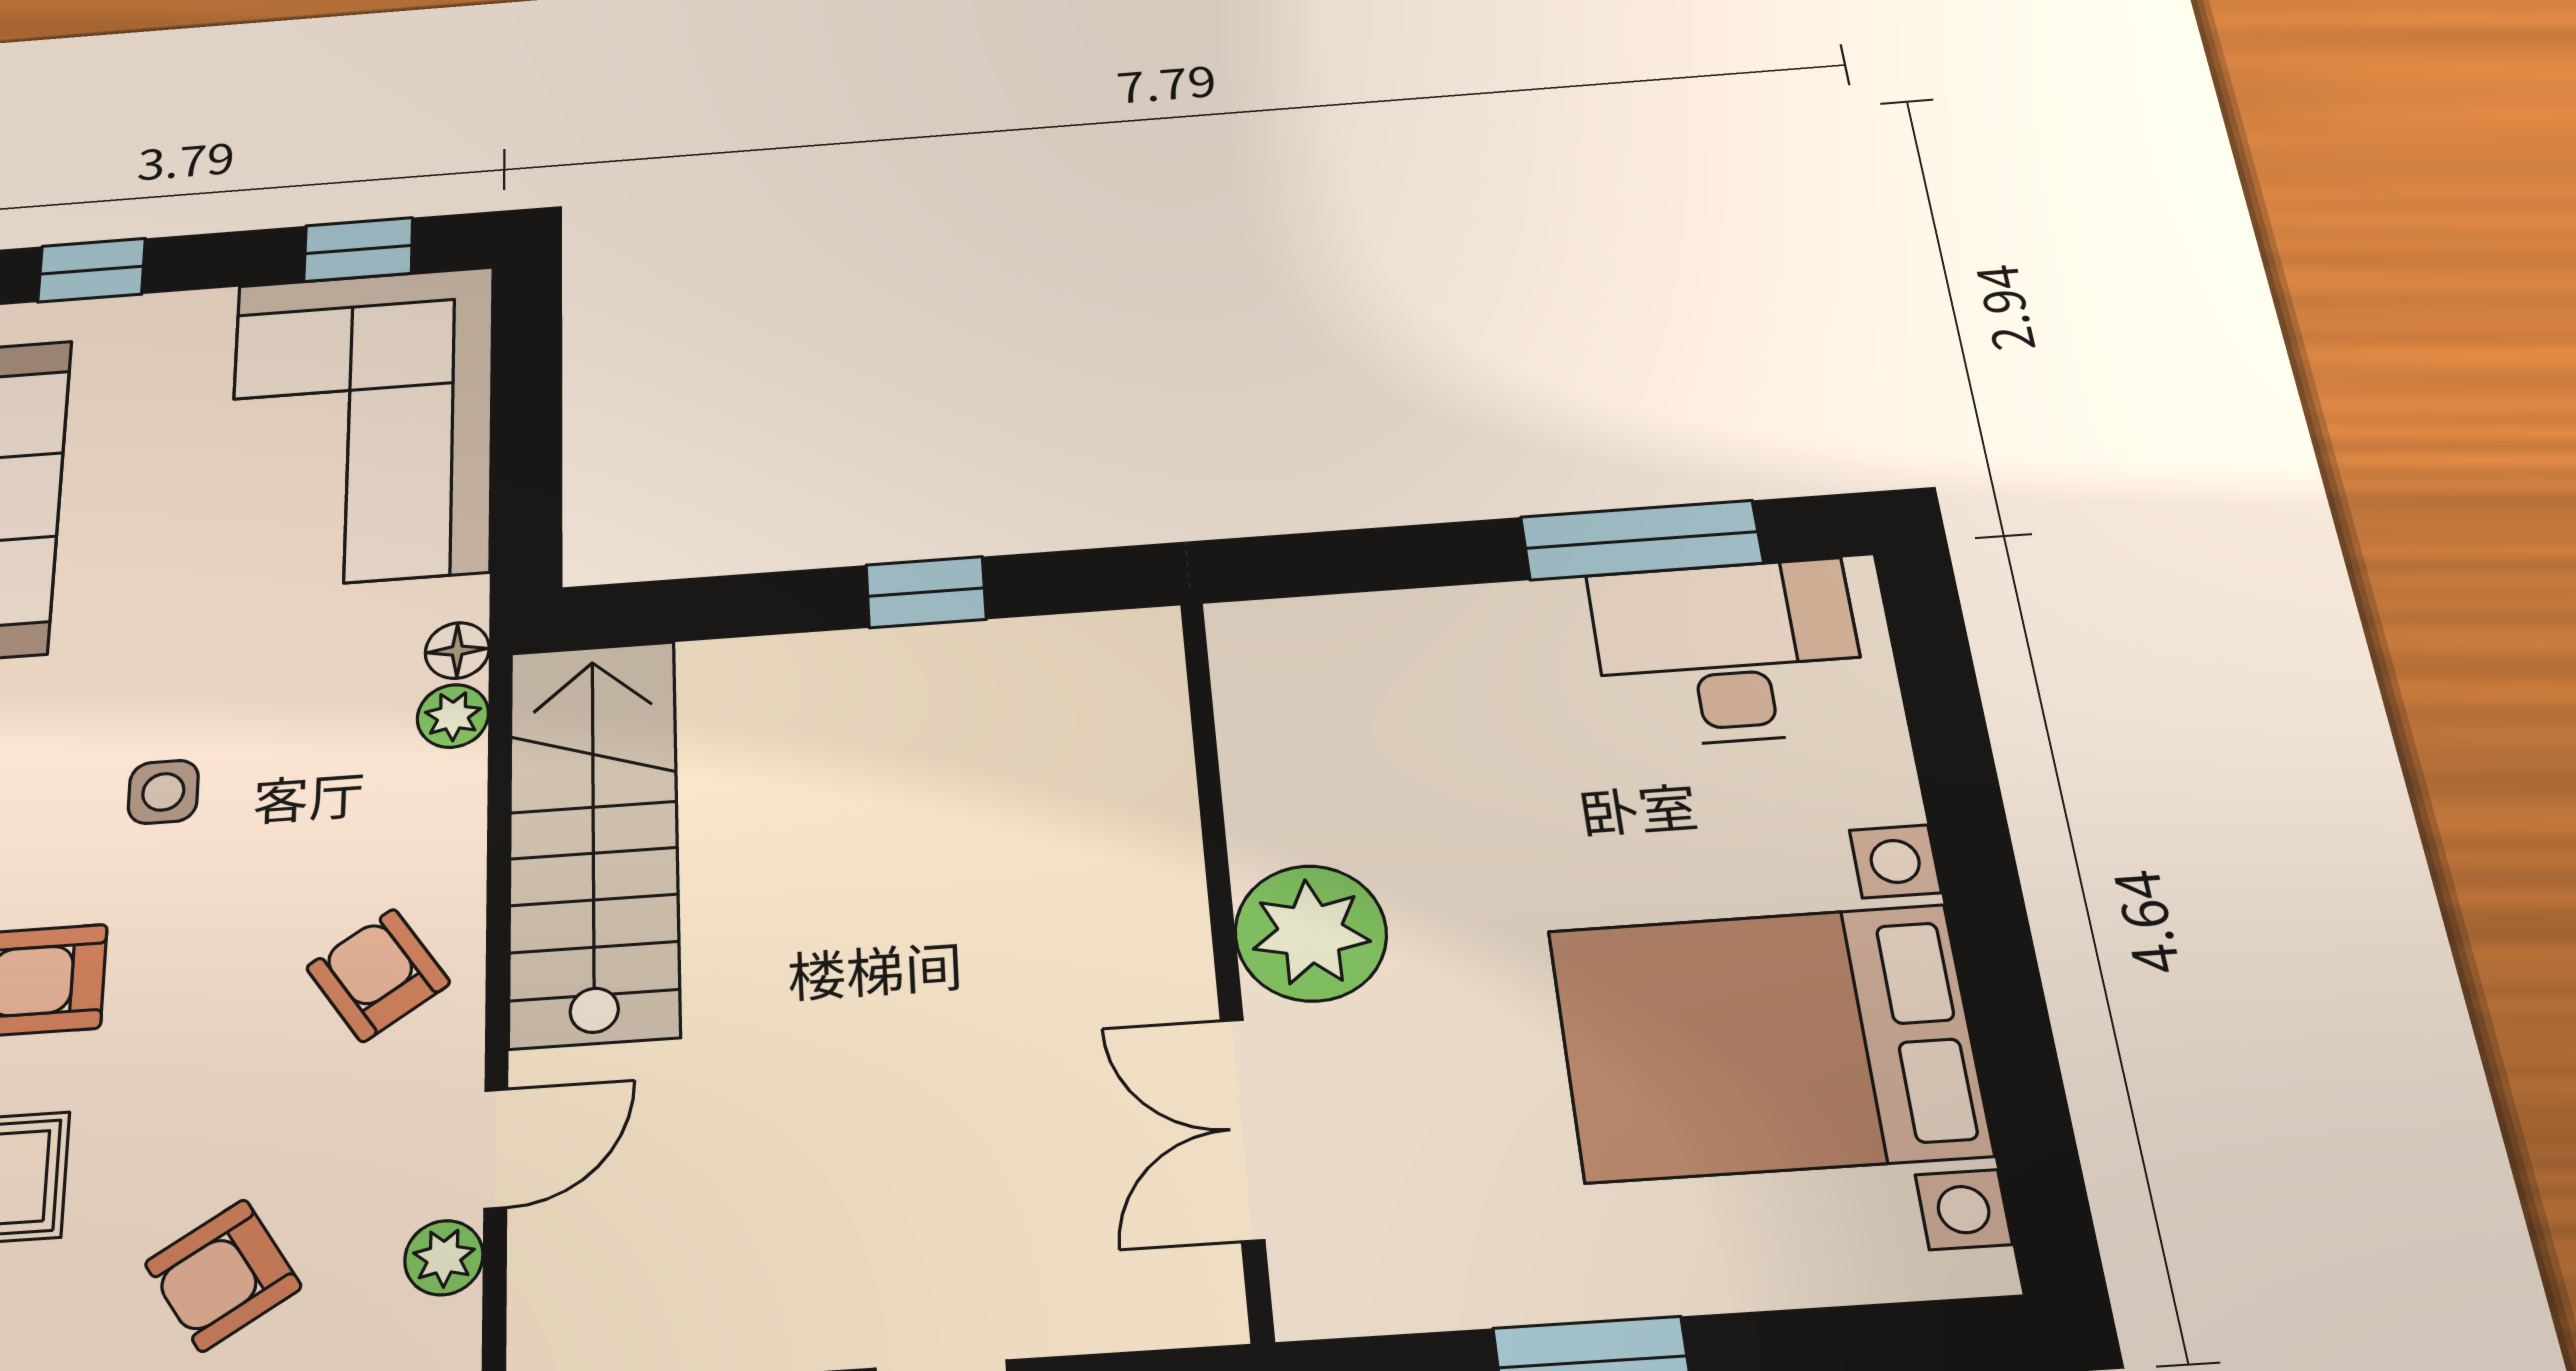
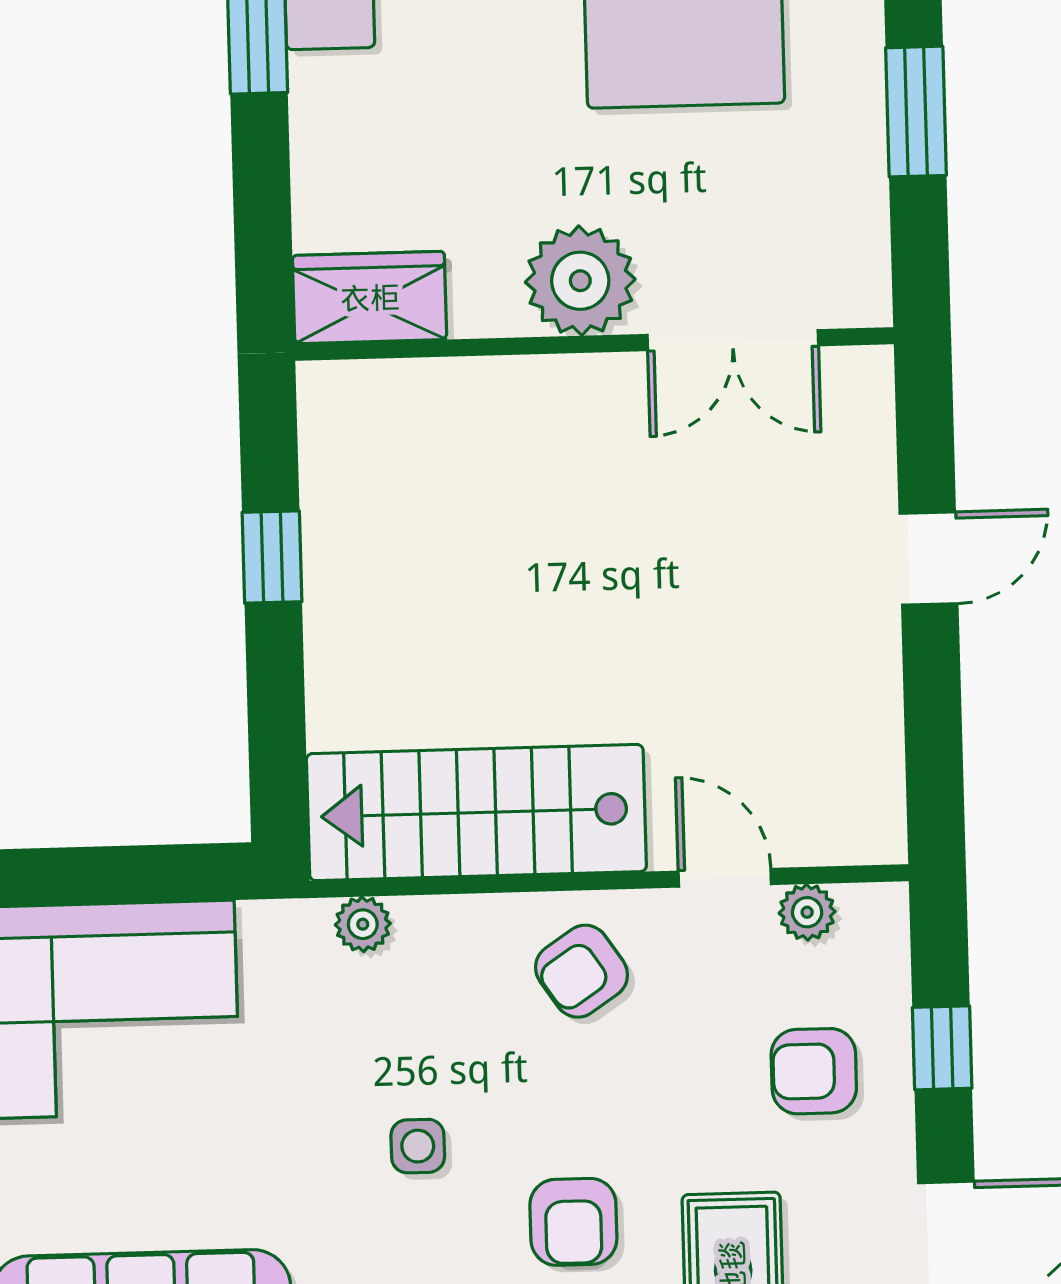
floor lamp: (457, 651) -> (304, 923), removed
wardrobe: (1269, 685) -> (370, 298), added
armchair: (223, 1275) -> (814, 1071), turned 122

